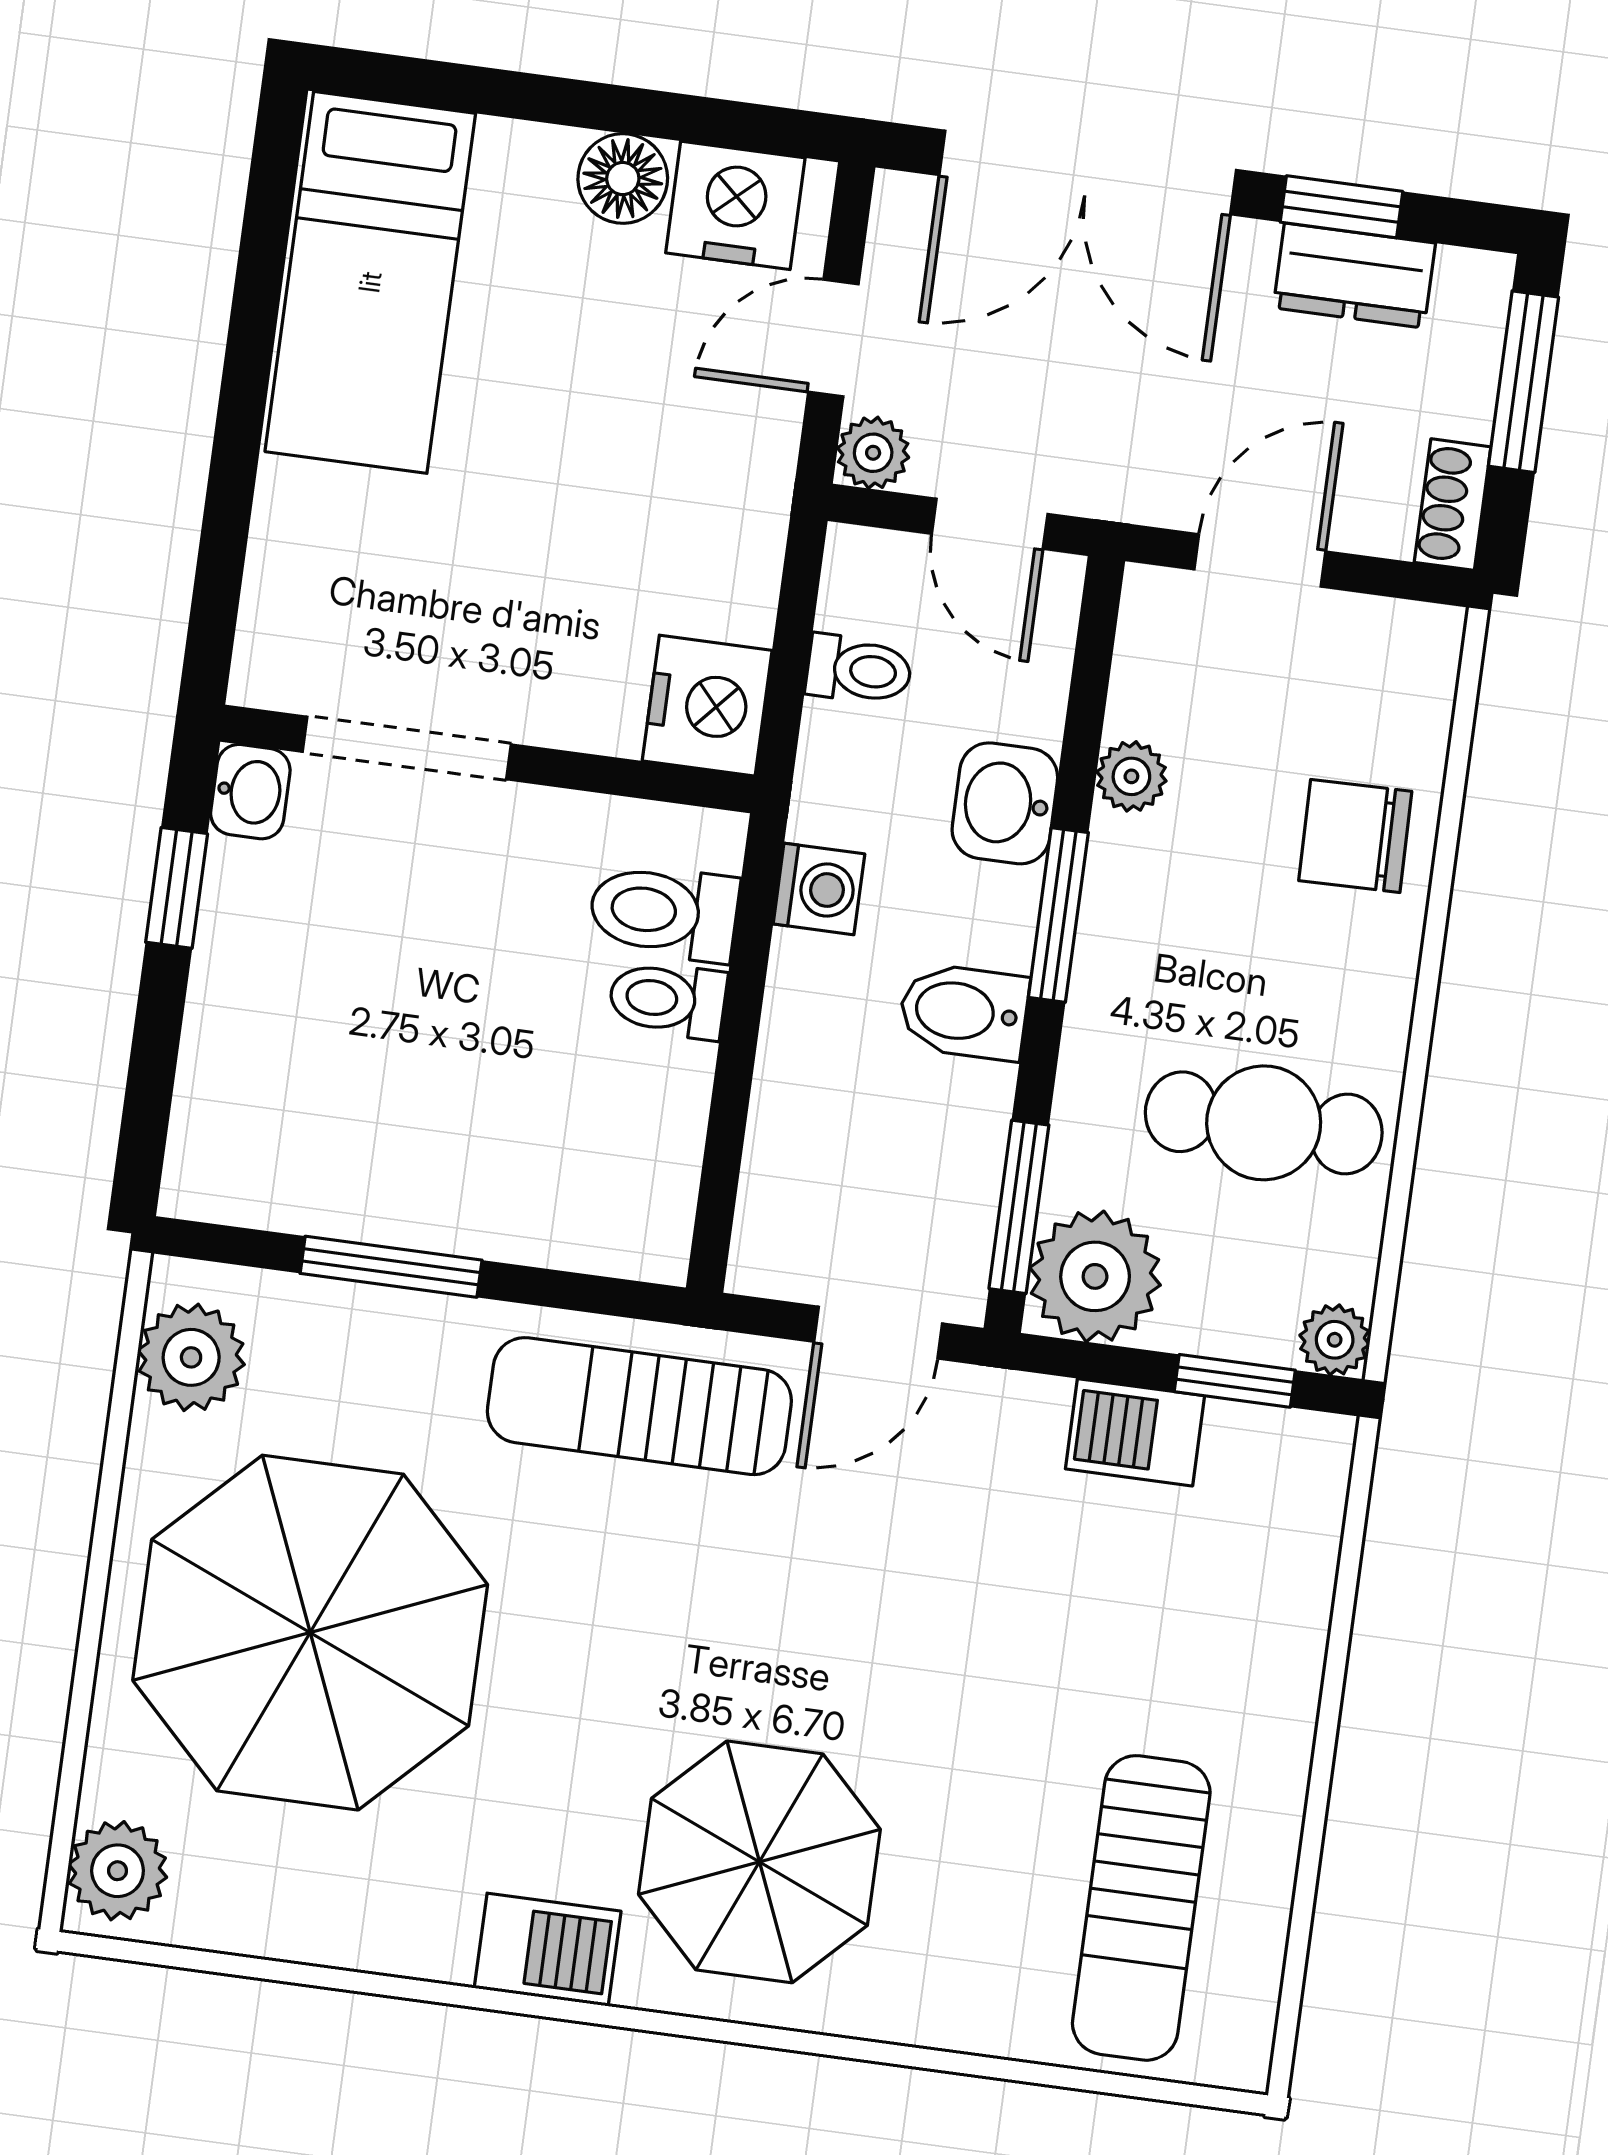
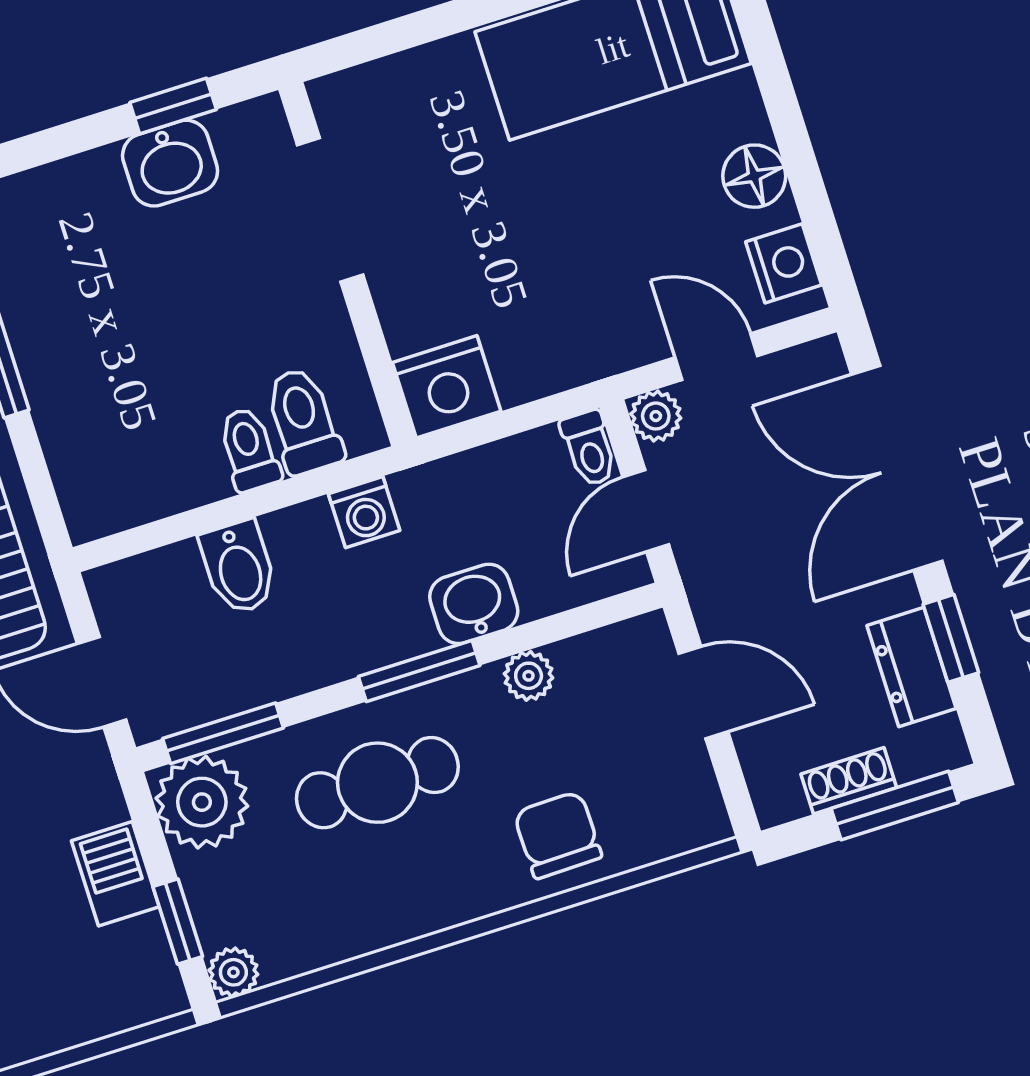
nightstand: (735, 205) -> (784, 263), width x0.74, depth x0.75
shoe rack: (1453, 505) -> (849, 781), moved
toilet: (859, 670) -> (589, 448), moved
washbasin: (250, 792) -> (170, 163), moved, width x1.38, depth x1.45
bidet: (964, 1012) -> (239, 568), moved, turned 180
cafe table: (1264, 1123) -> (377, 783), moved, turned 90

